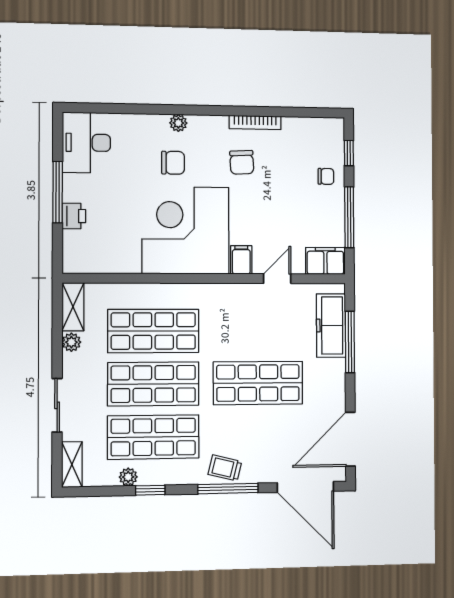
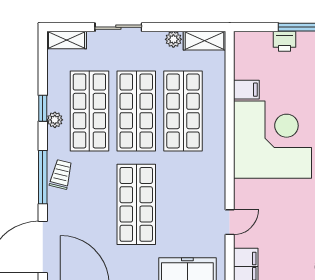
filing cabinet: (241, 260) -> (246, 90), moved
door: (277, 279) -> (230, 222), hinge flipped
plant: (128, 477) -> (55, 120), moved

